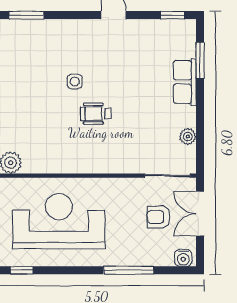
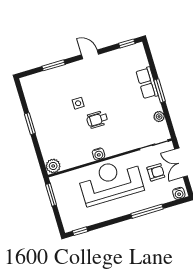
window: (26, 15) -> (53, 65), moved
window: (200, 60) -> (160, 91), moved
water cooler: (83, 165) -> (99, 154), added
armchair: (159, 217) -> (156, 172), turned 180
reception desk: (59, 221) -> (111, 182), moved

